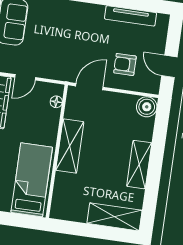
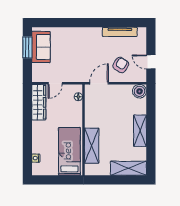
armchair: (125, 64) -> (121, 65), turned 122
shelving: (70, 146) -> (92, 146), moved

